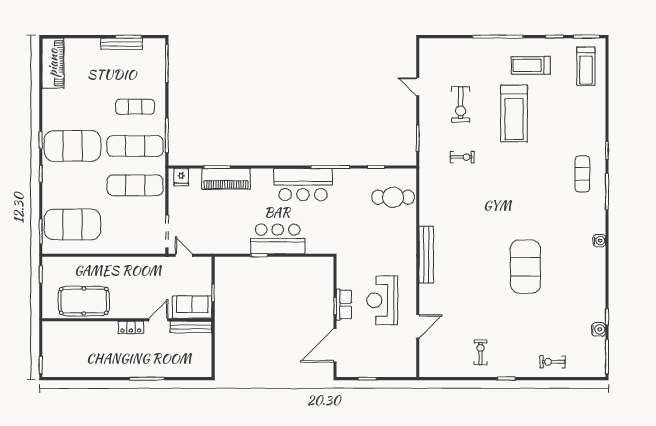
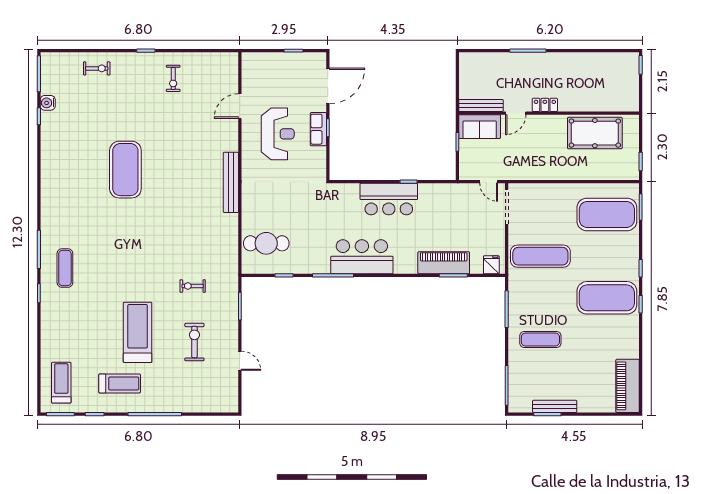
exercise mat: (135, 146) -> (540, 298), removed
water cooler: (599, 241) -> (47, 197), removed

